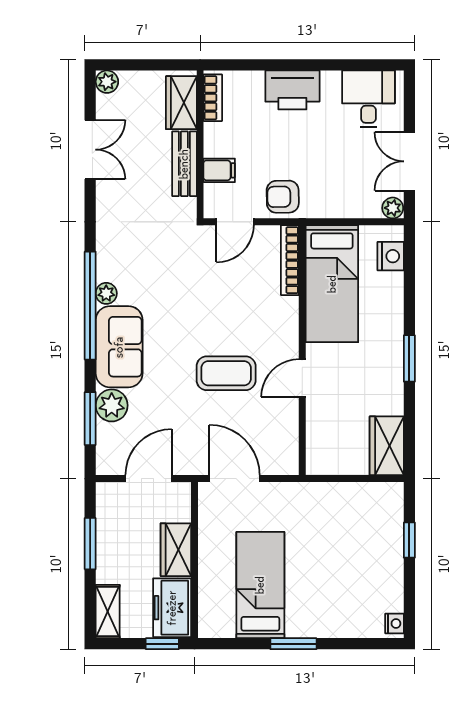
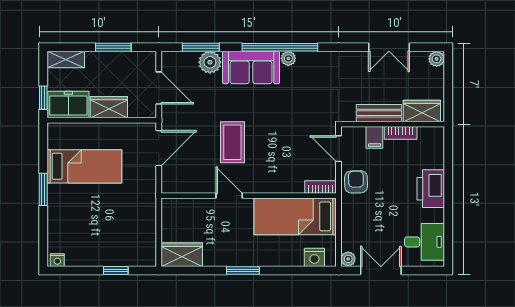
bookcase: (213, 98) -> (401, 133), moved
bookcase: (290, 260) -> (320, 187), width x0.64

